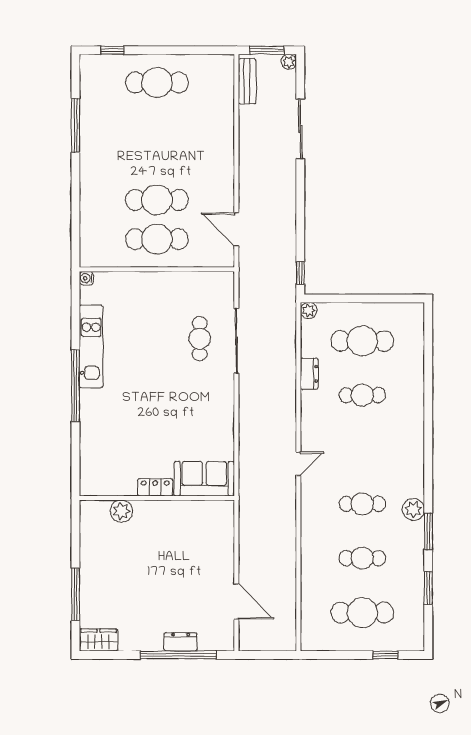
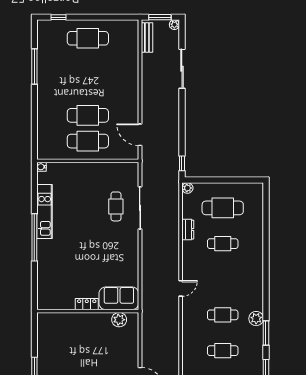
plant: (122, 511) -> (119, 320), moved

